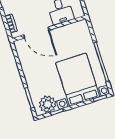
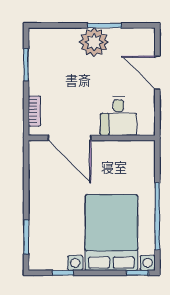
plant: (48, 104) -> (52, 256), removed

